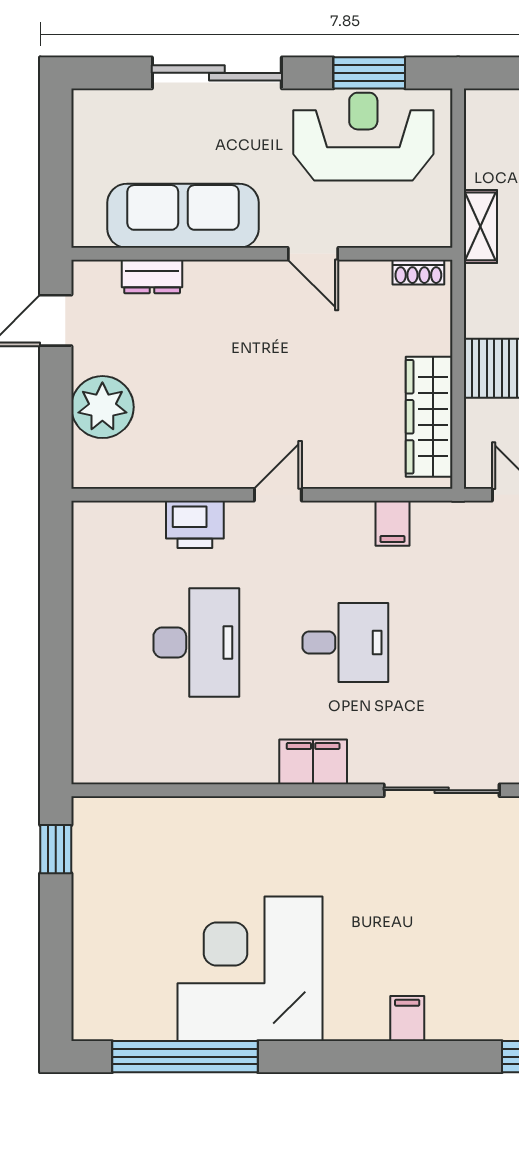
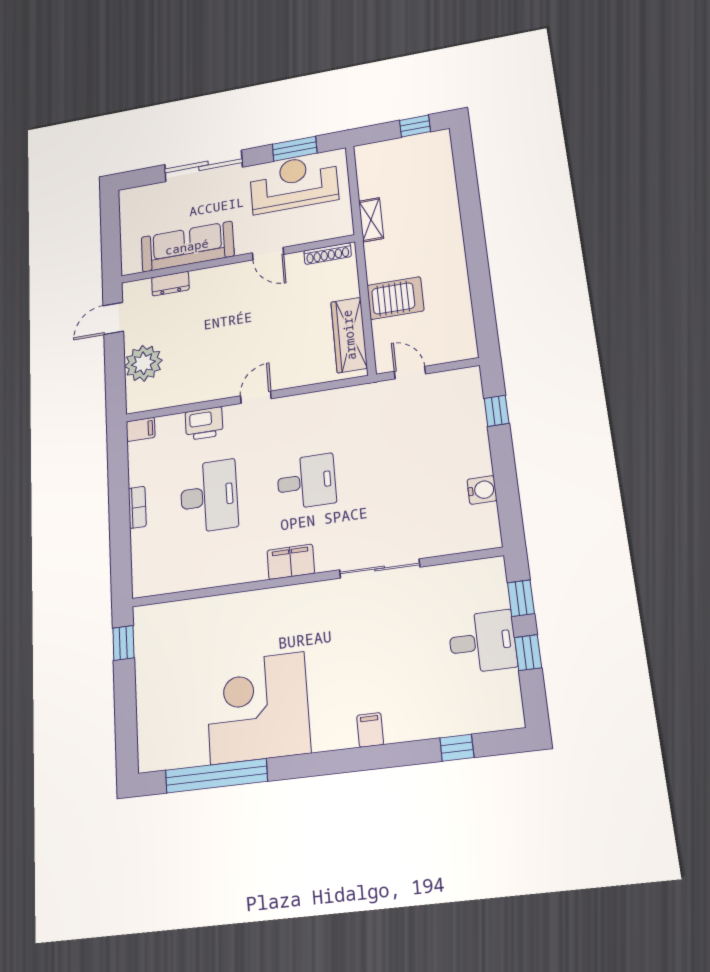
shoe rack: (418, 272) -> (328, 254), width x1.43
filing cabinet: (392, 523) -> (141, 429), moved, turned -90
bookcase: (84, 643) -> (137, 507), added

